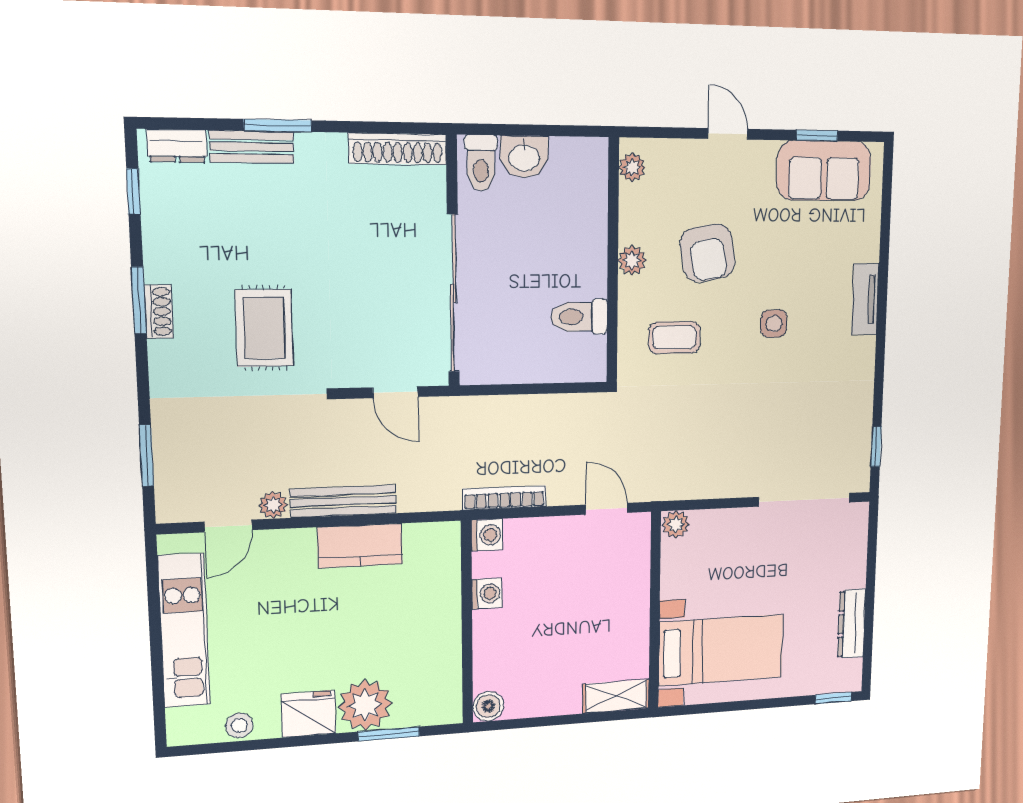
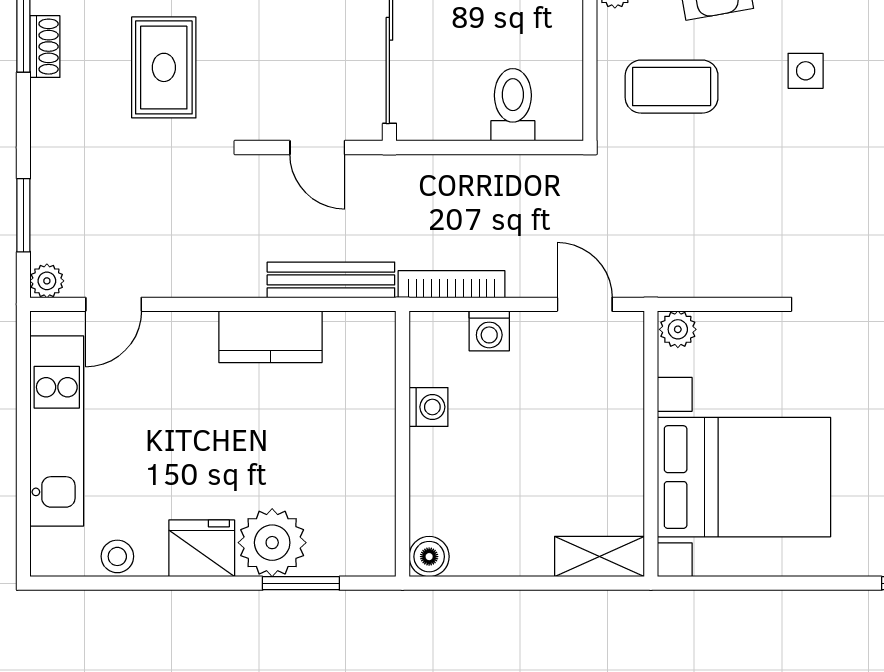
toilet: (579, 317) -> (513, 105), moved, turned 90
coffee table: (674, 338) -> (672, 87), width x1.36, depth x1.30
bench: (343, 501) -> (331, 280), moved
plant: (273, 505) -> (47, 281), moved
washing machine: (487, 535) -> (489, 331), moved, turned 90
bed with nightstands: (721, 650) -> (744, 477), width x1.36

